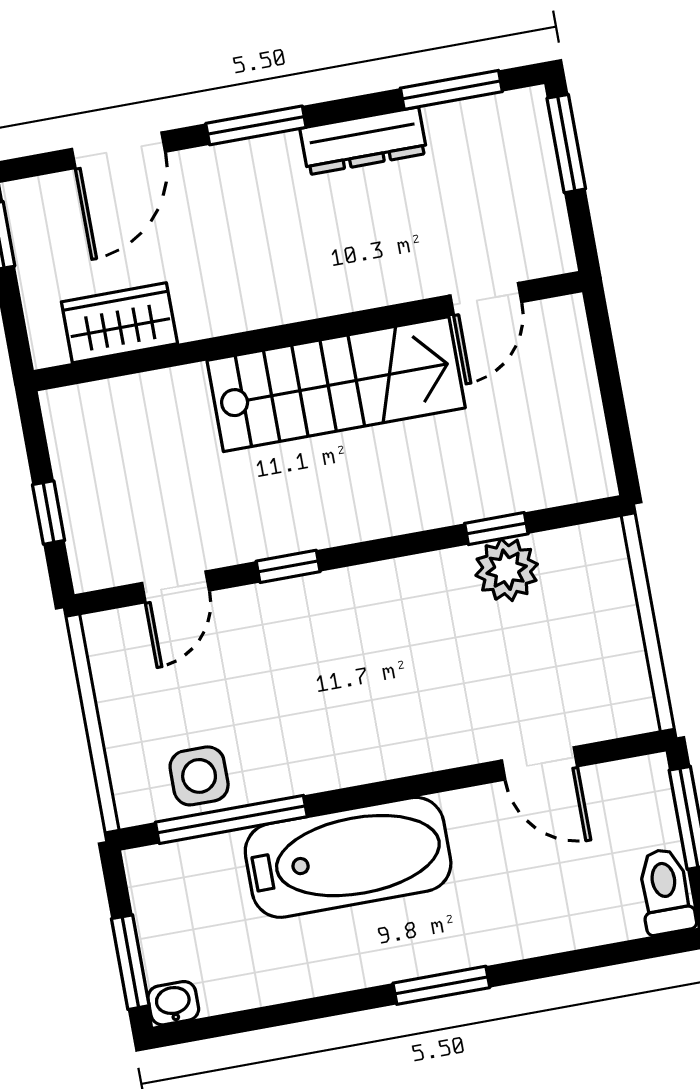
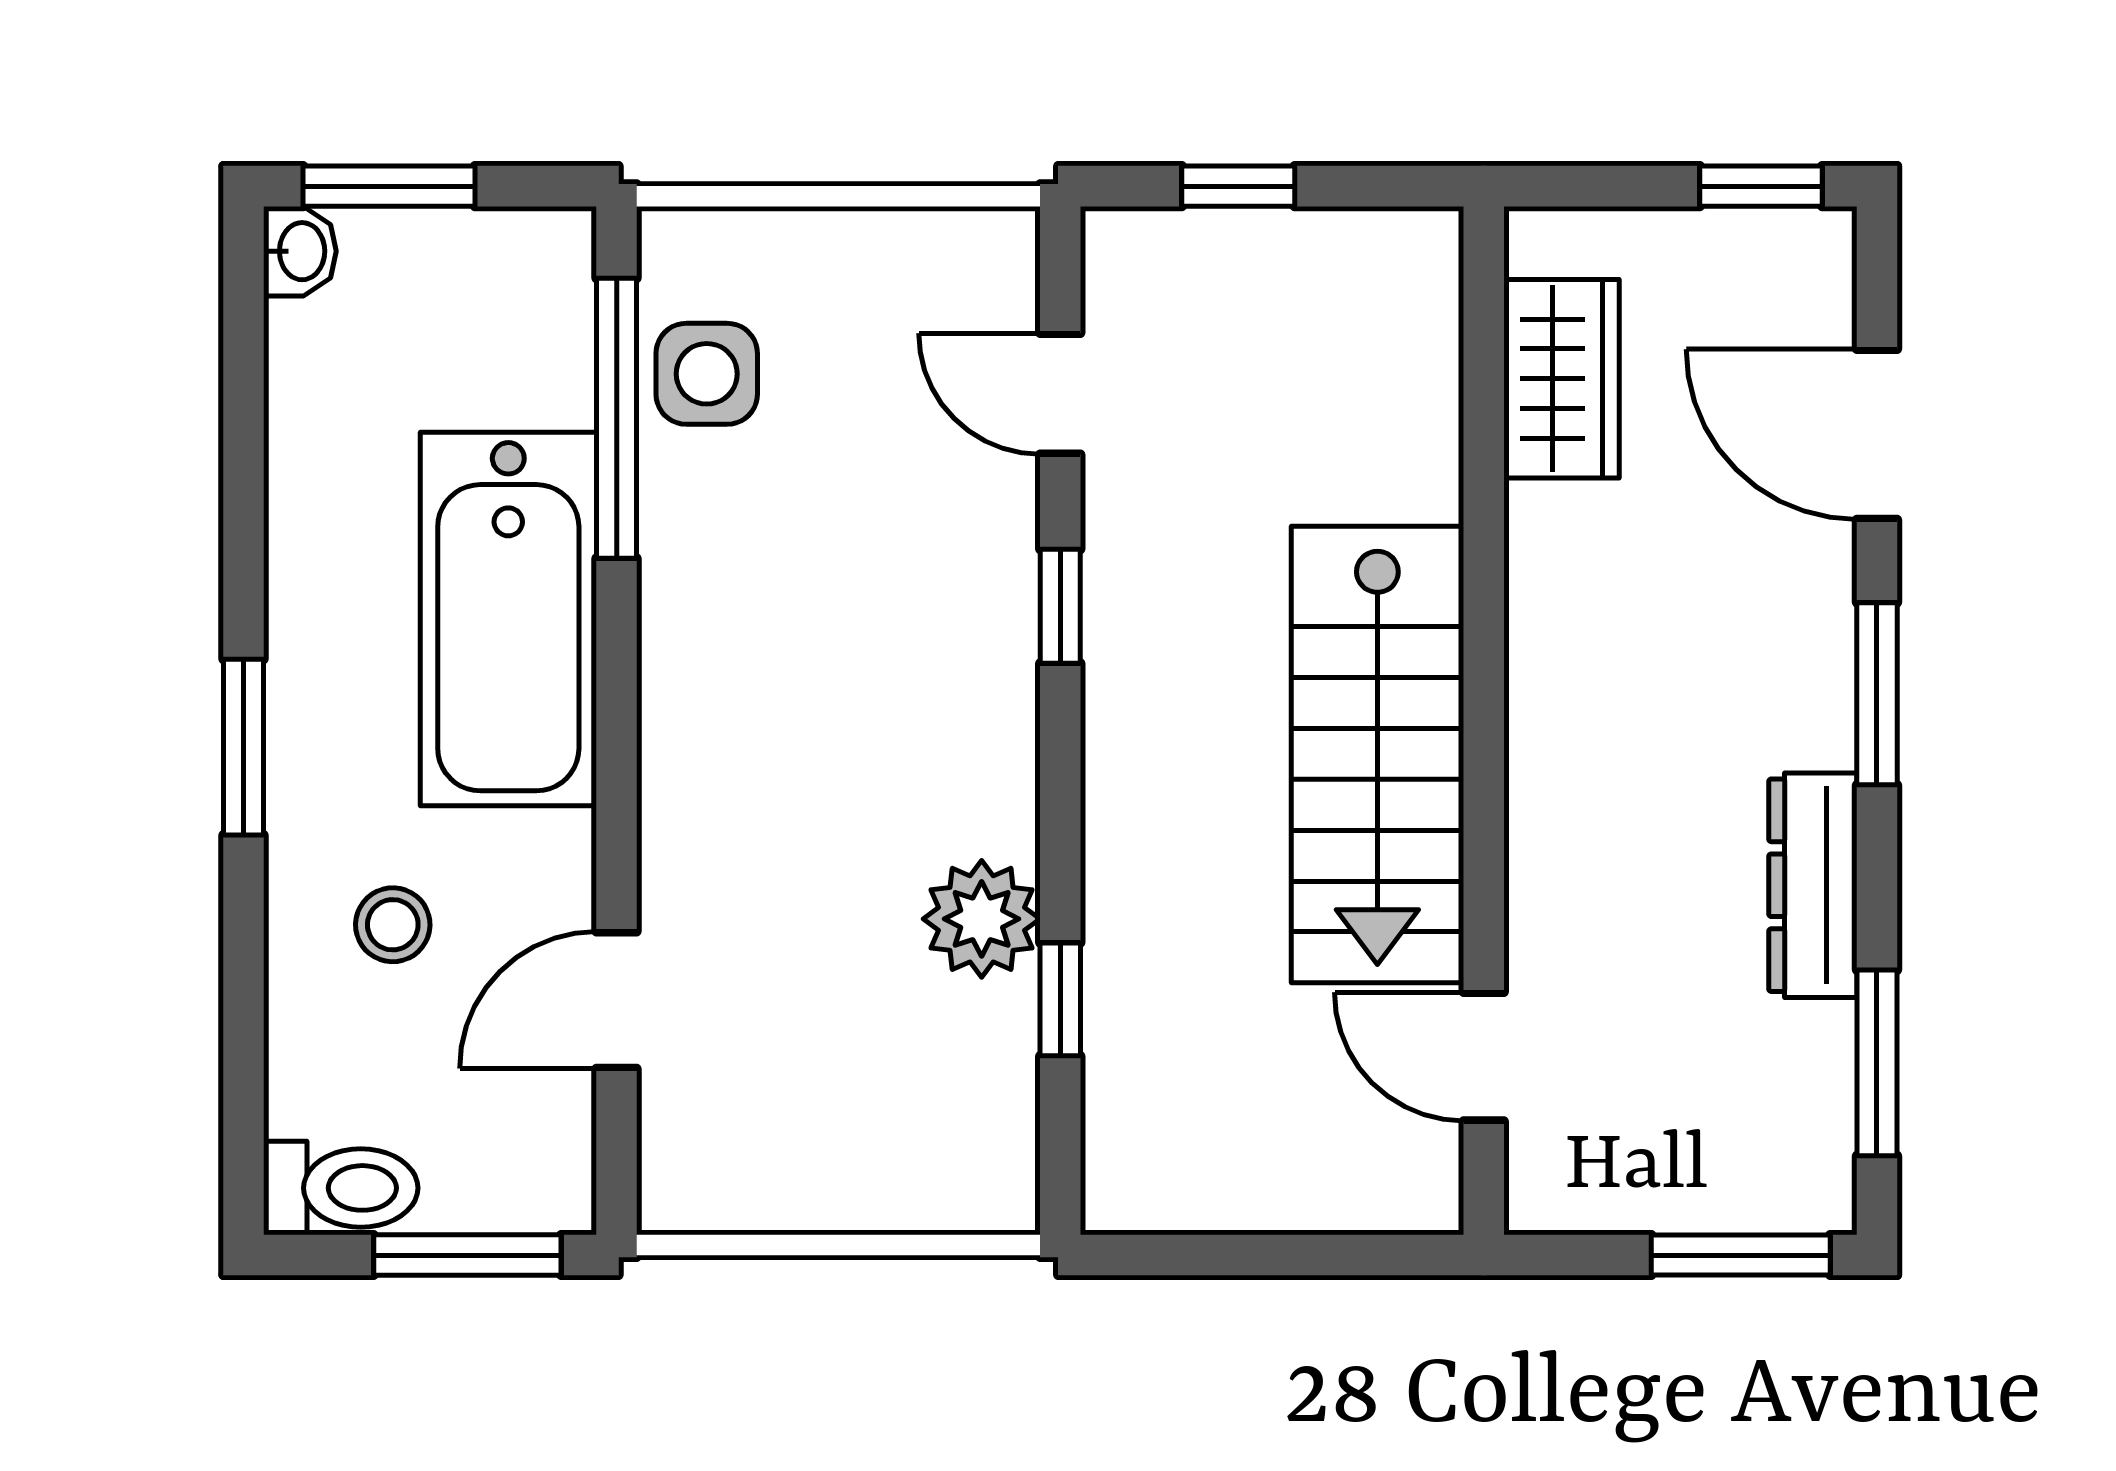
plant: (507, 570) -> (982, 919), moved
stool: (521, 889) -> (393, 925), added

